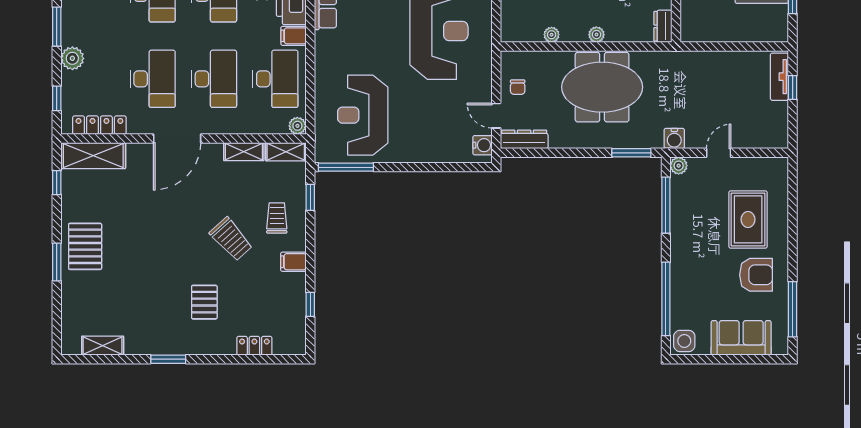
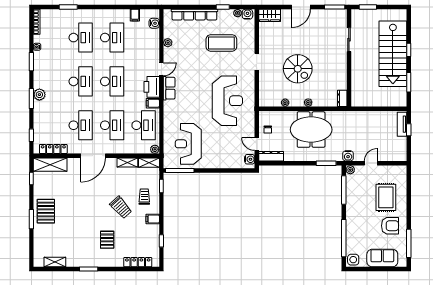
plant: (72, 58) -> (39, 95), moved
locker: (254, 346) -> (138, 262), width x1.53

